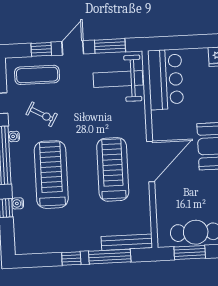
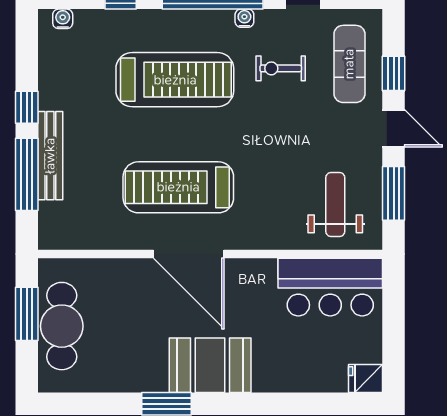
weight bench: (118, 79) -> (335, 205), width x0.73, depth x0.75
exercise bike: (42, 114) -> (281, 68), turned 61
treadmill: (113, 169) -> (178, 187), turned 180
water cooler: (18, 203) -> (63, 19), moved
bench: (127, 242) -> (50, 156), moved

